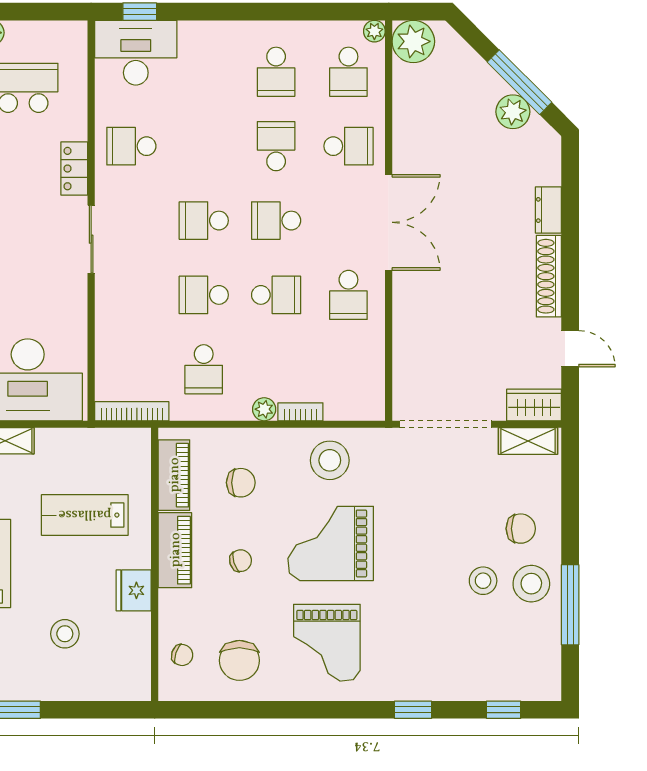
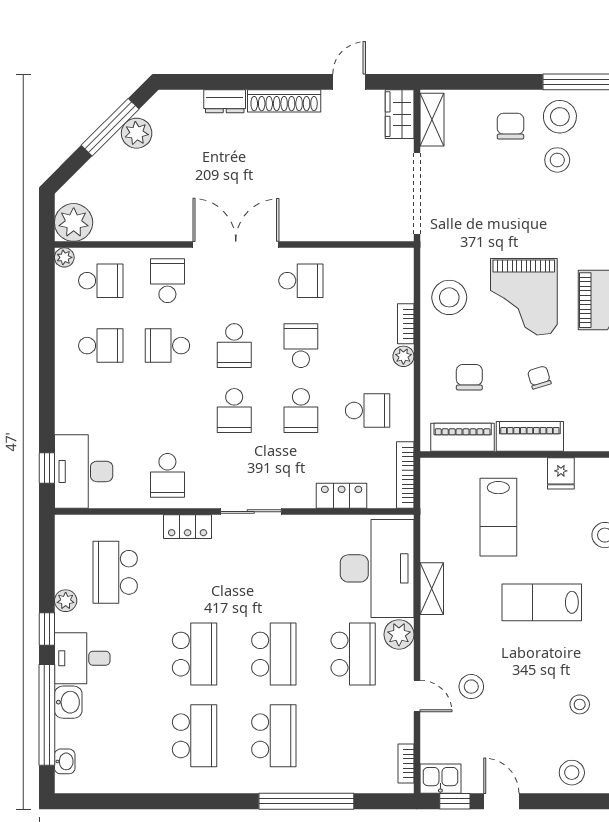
locker: (109, 340) -> (342, 496), added
fridge: (134, 590) -> (561, 473), width x0.72

